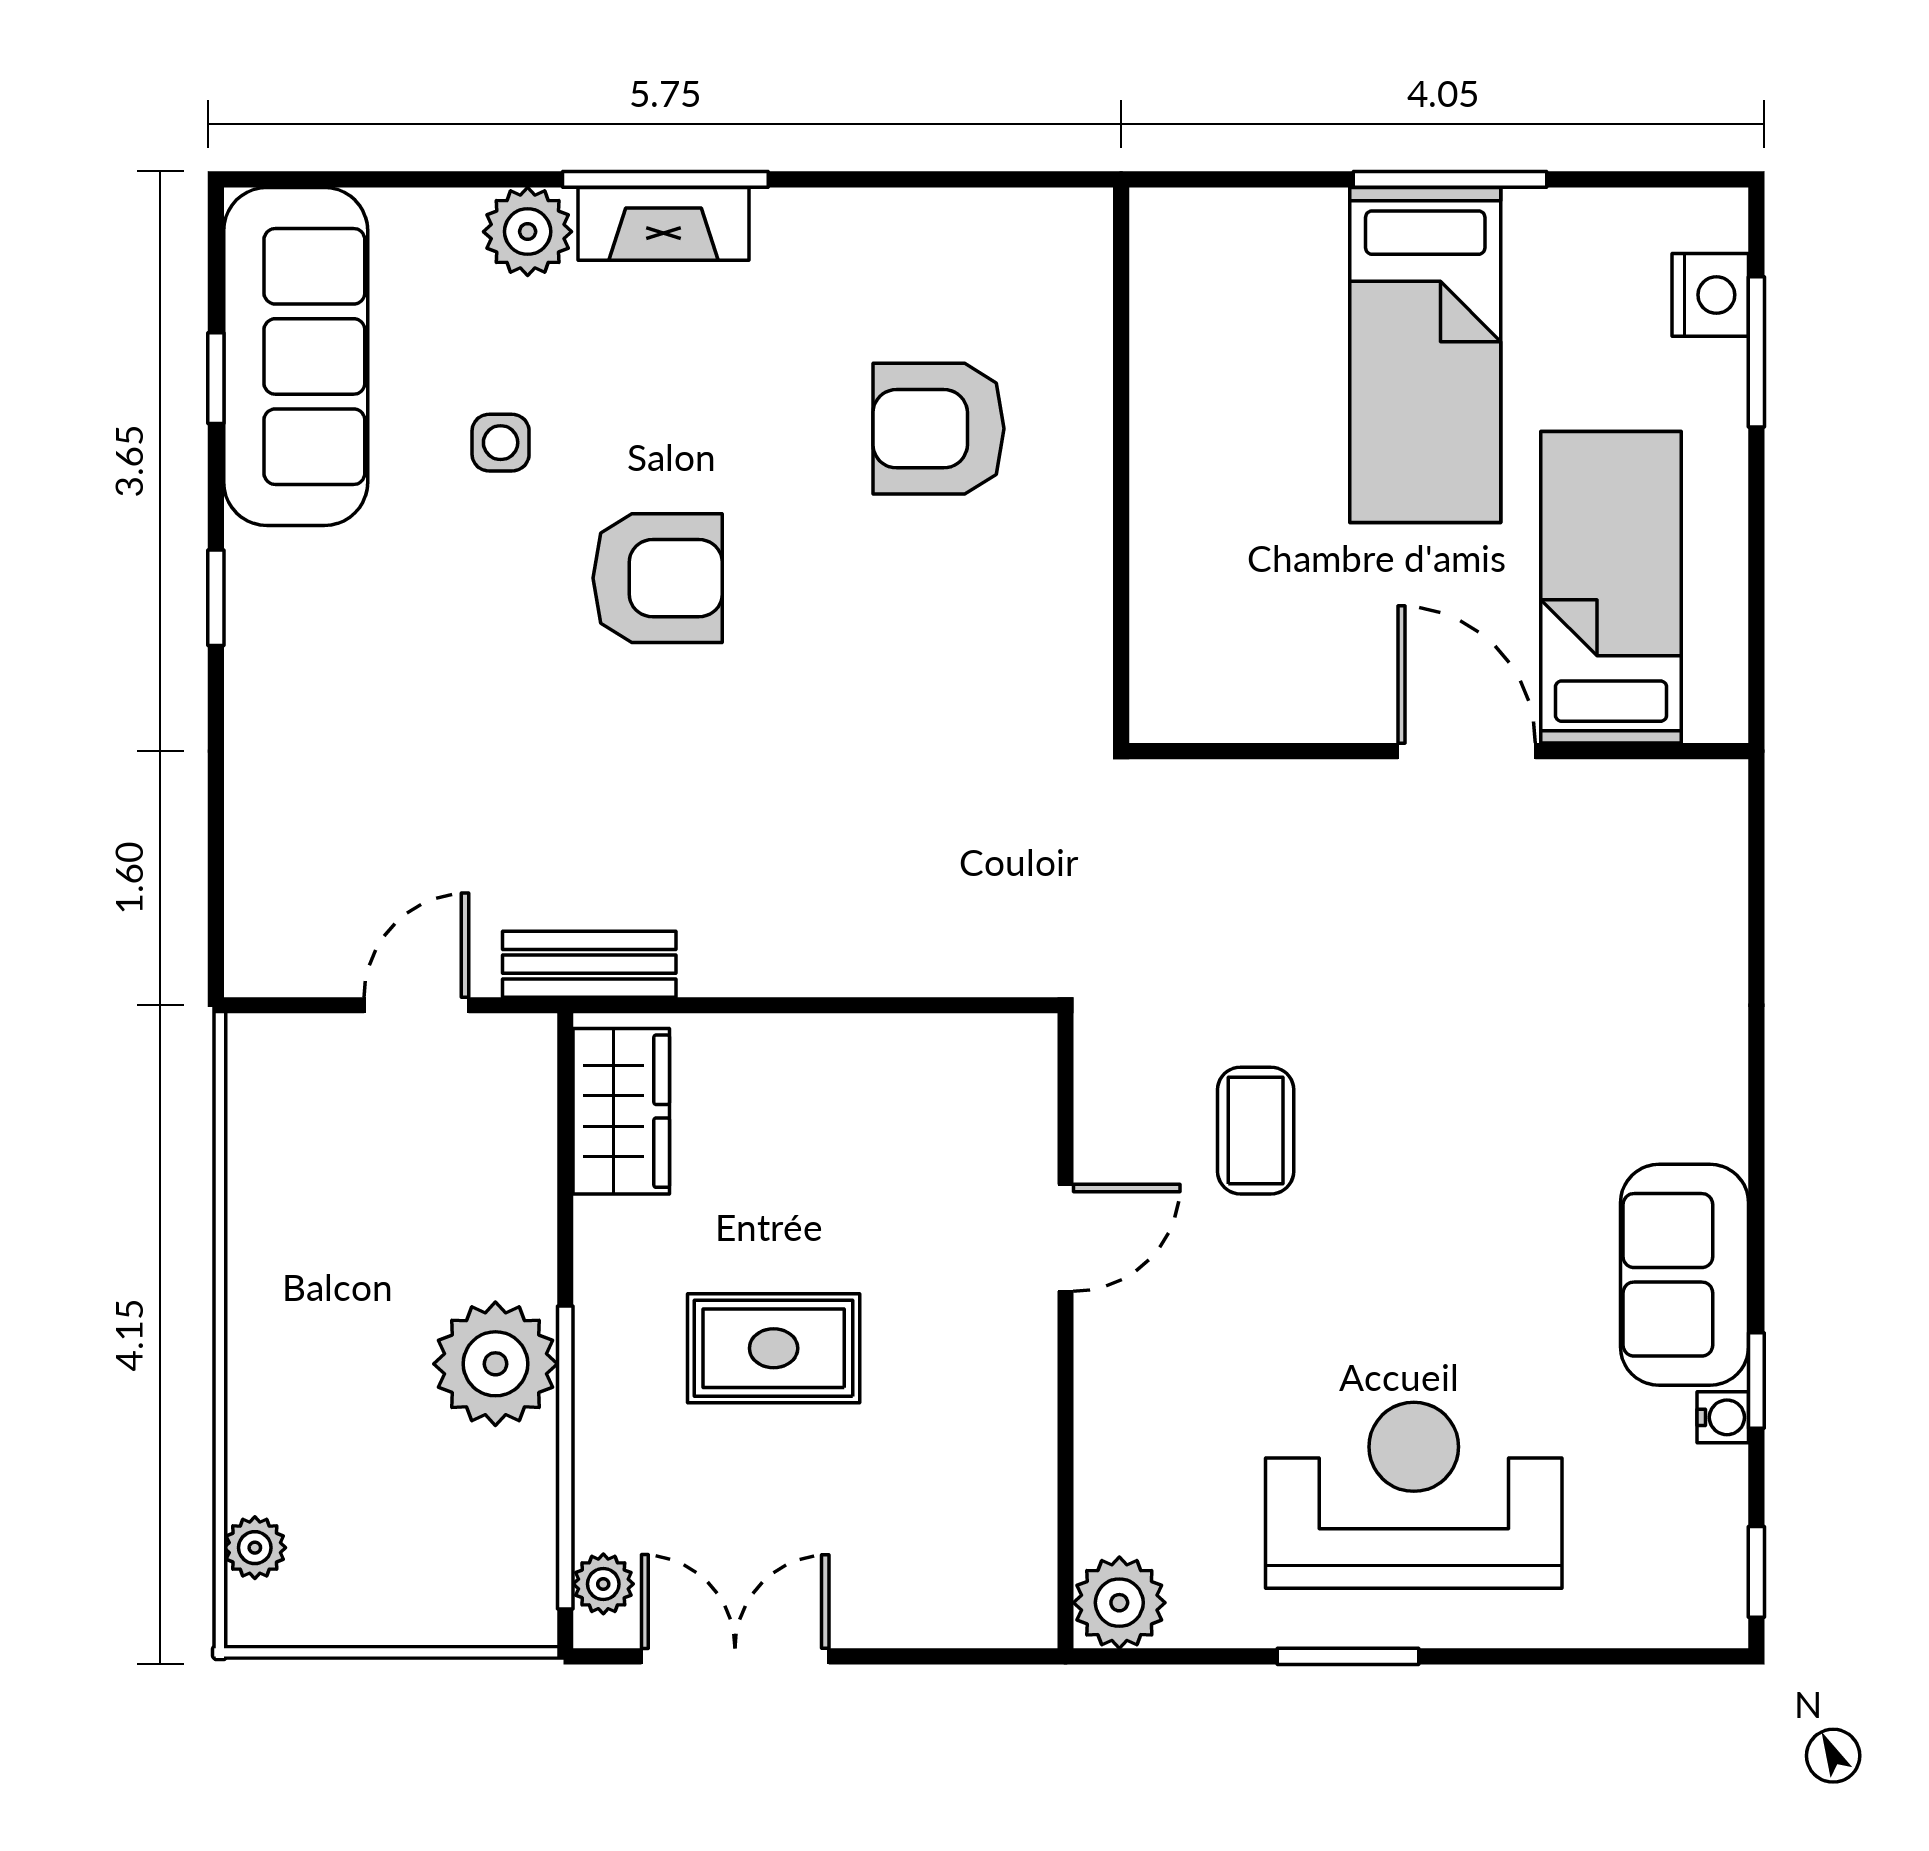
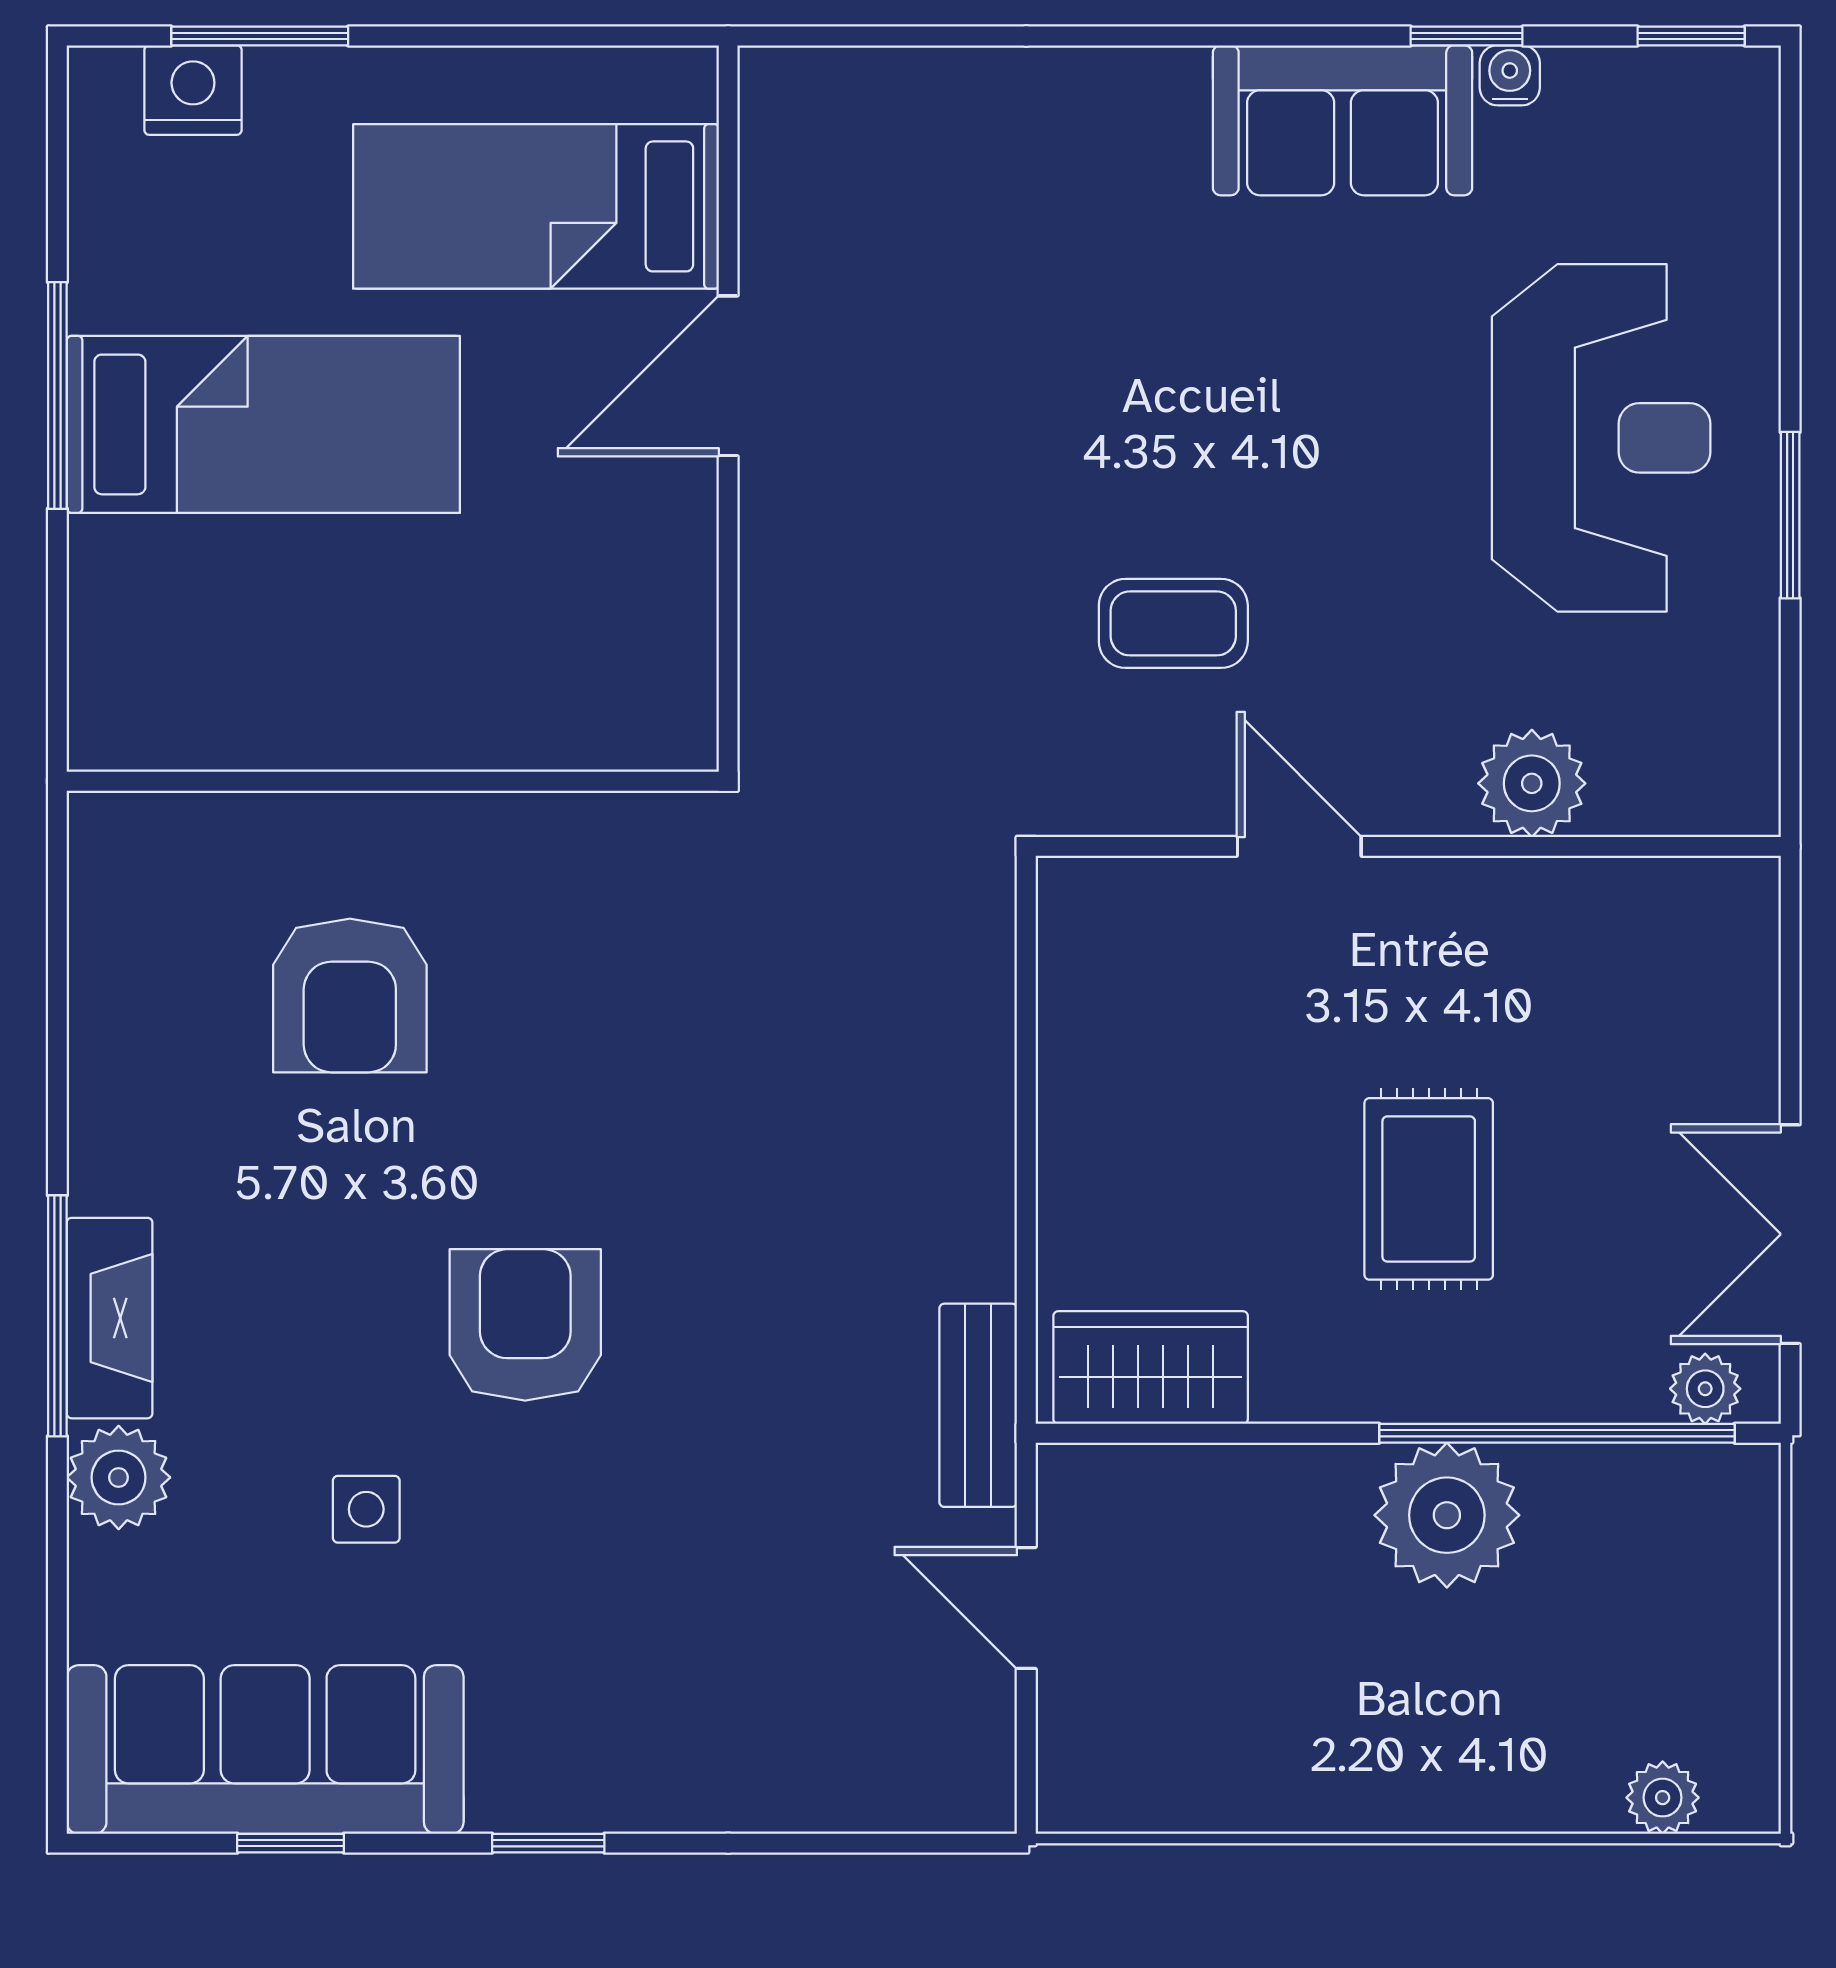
reception desk: (1414, 1495) -> (1601, 438), turned 180
plant: (1119, 1603) -> (1532, 783), moved

